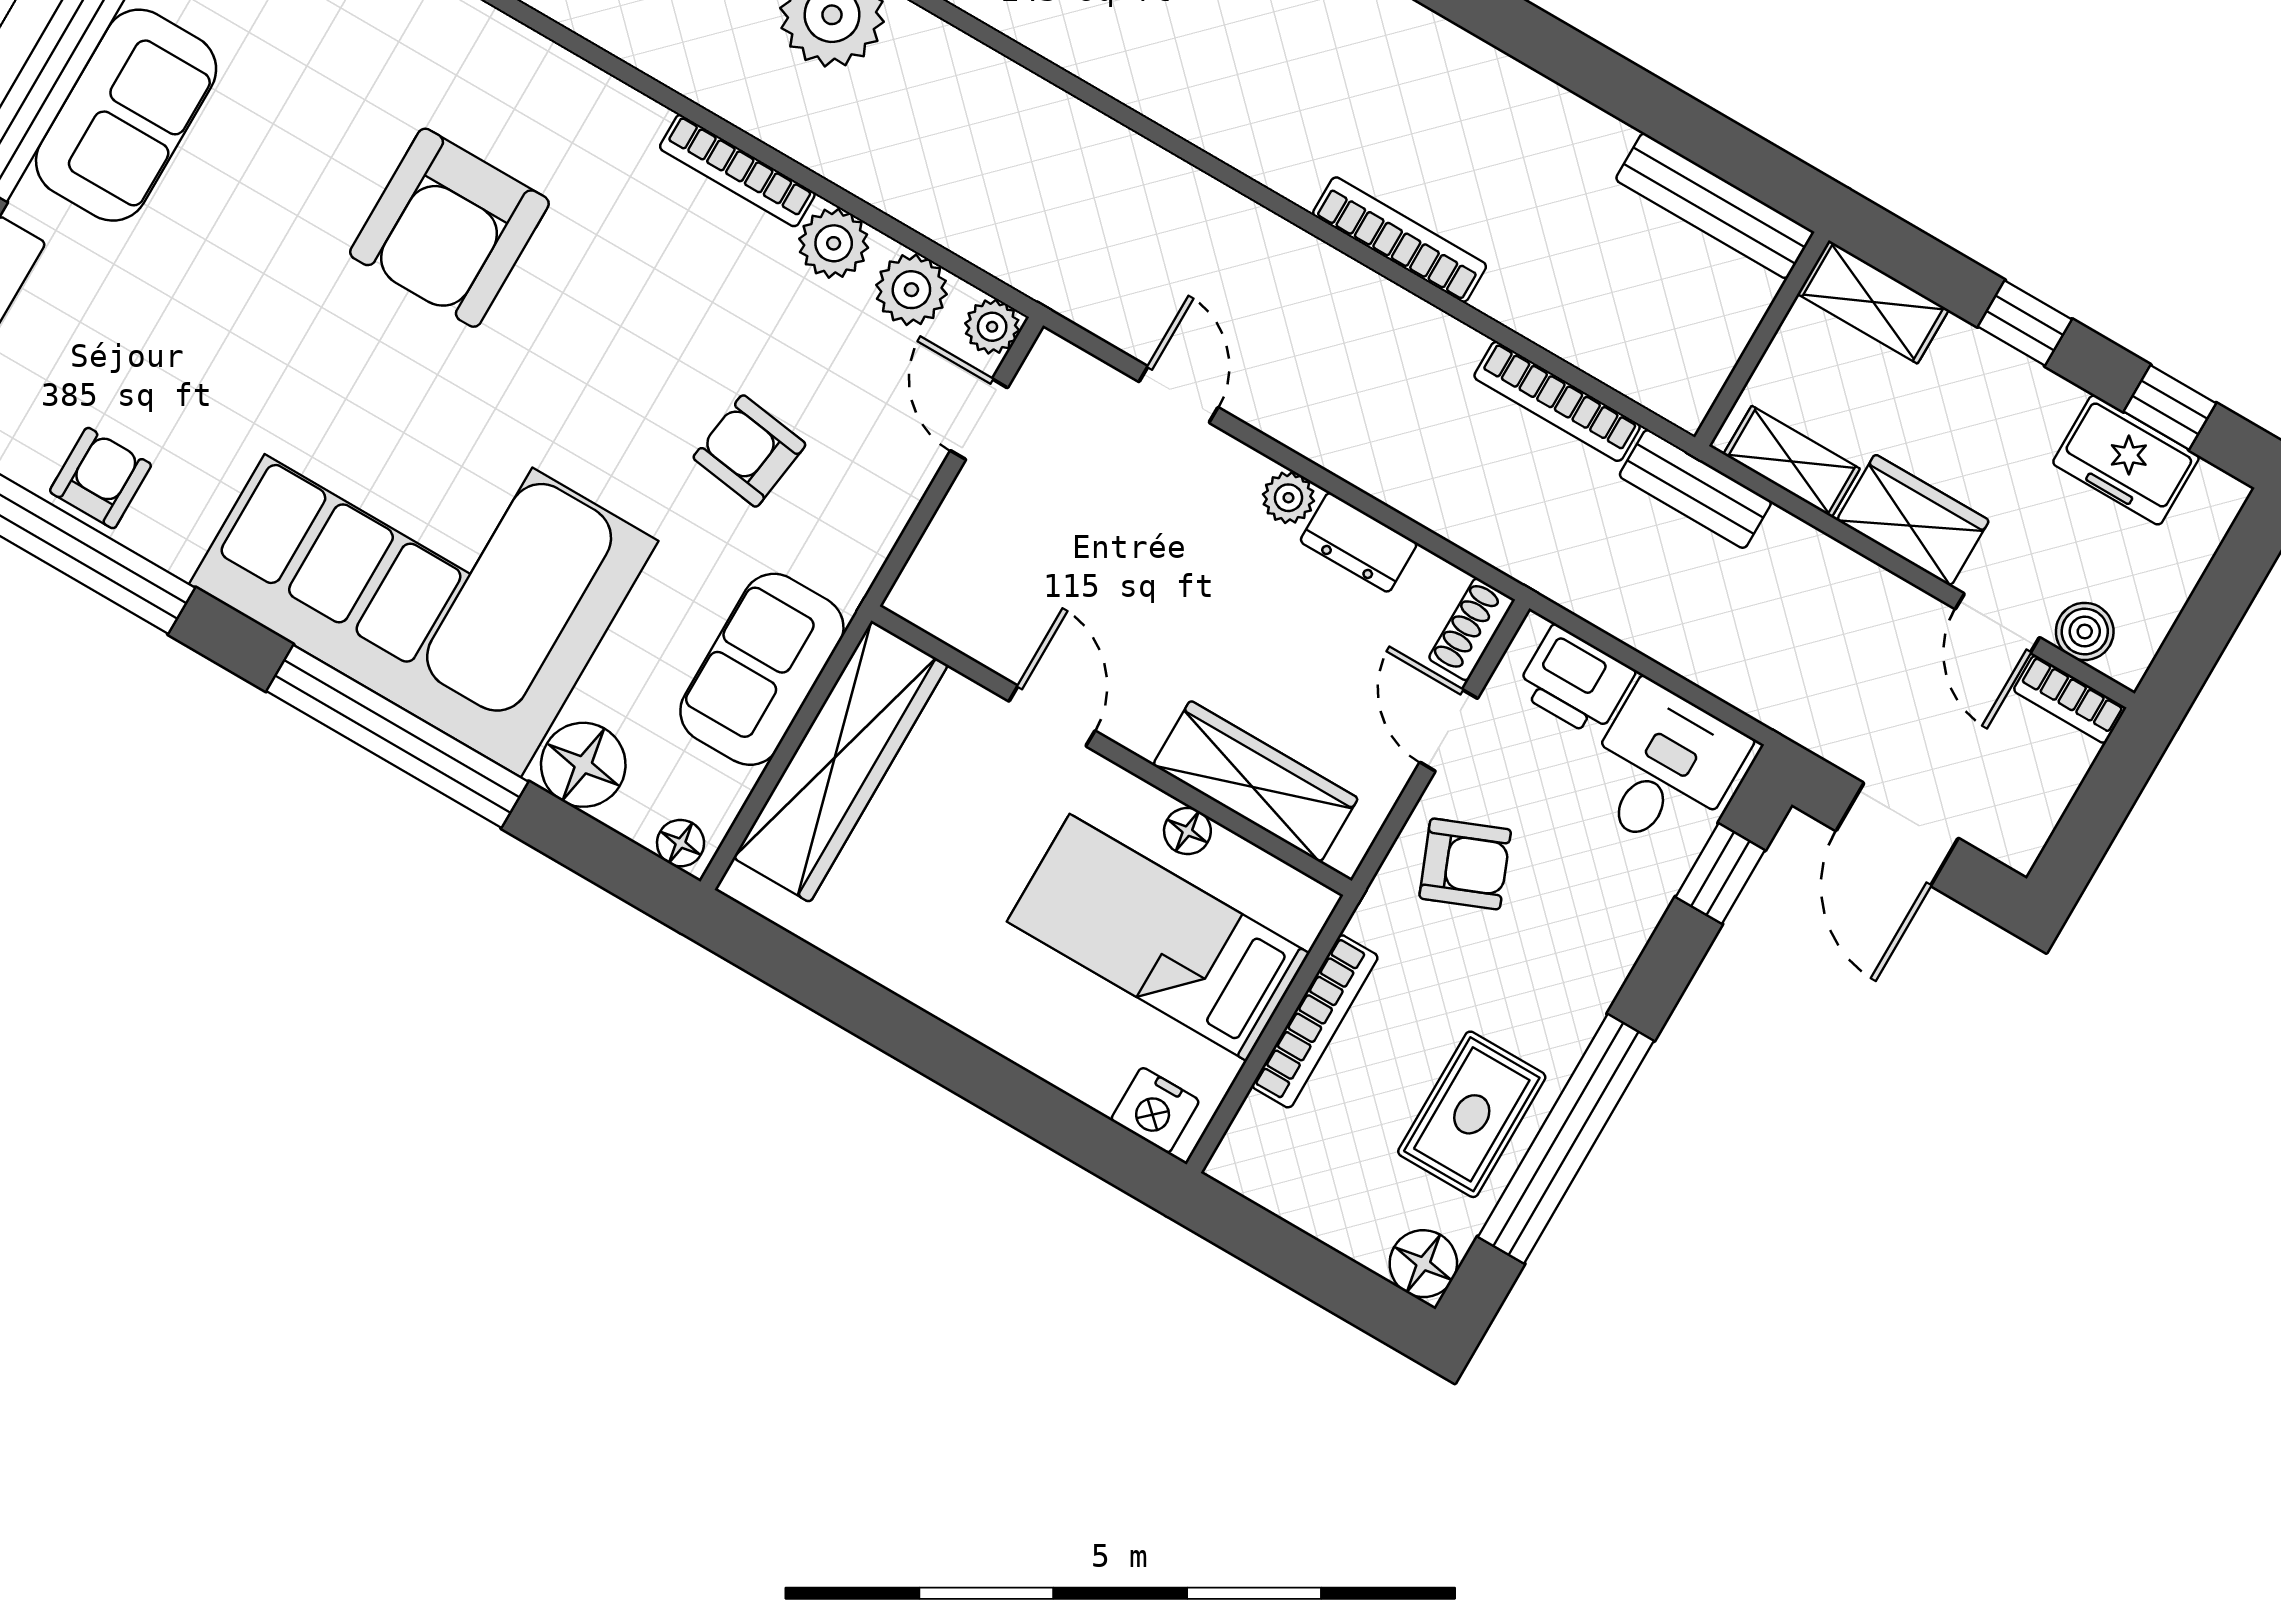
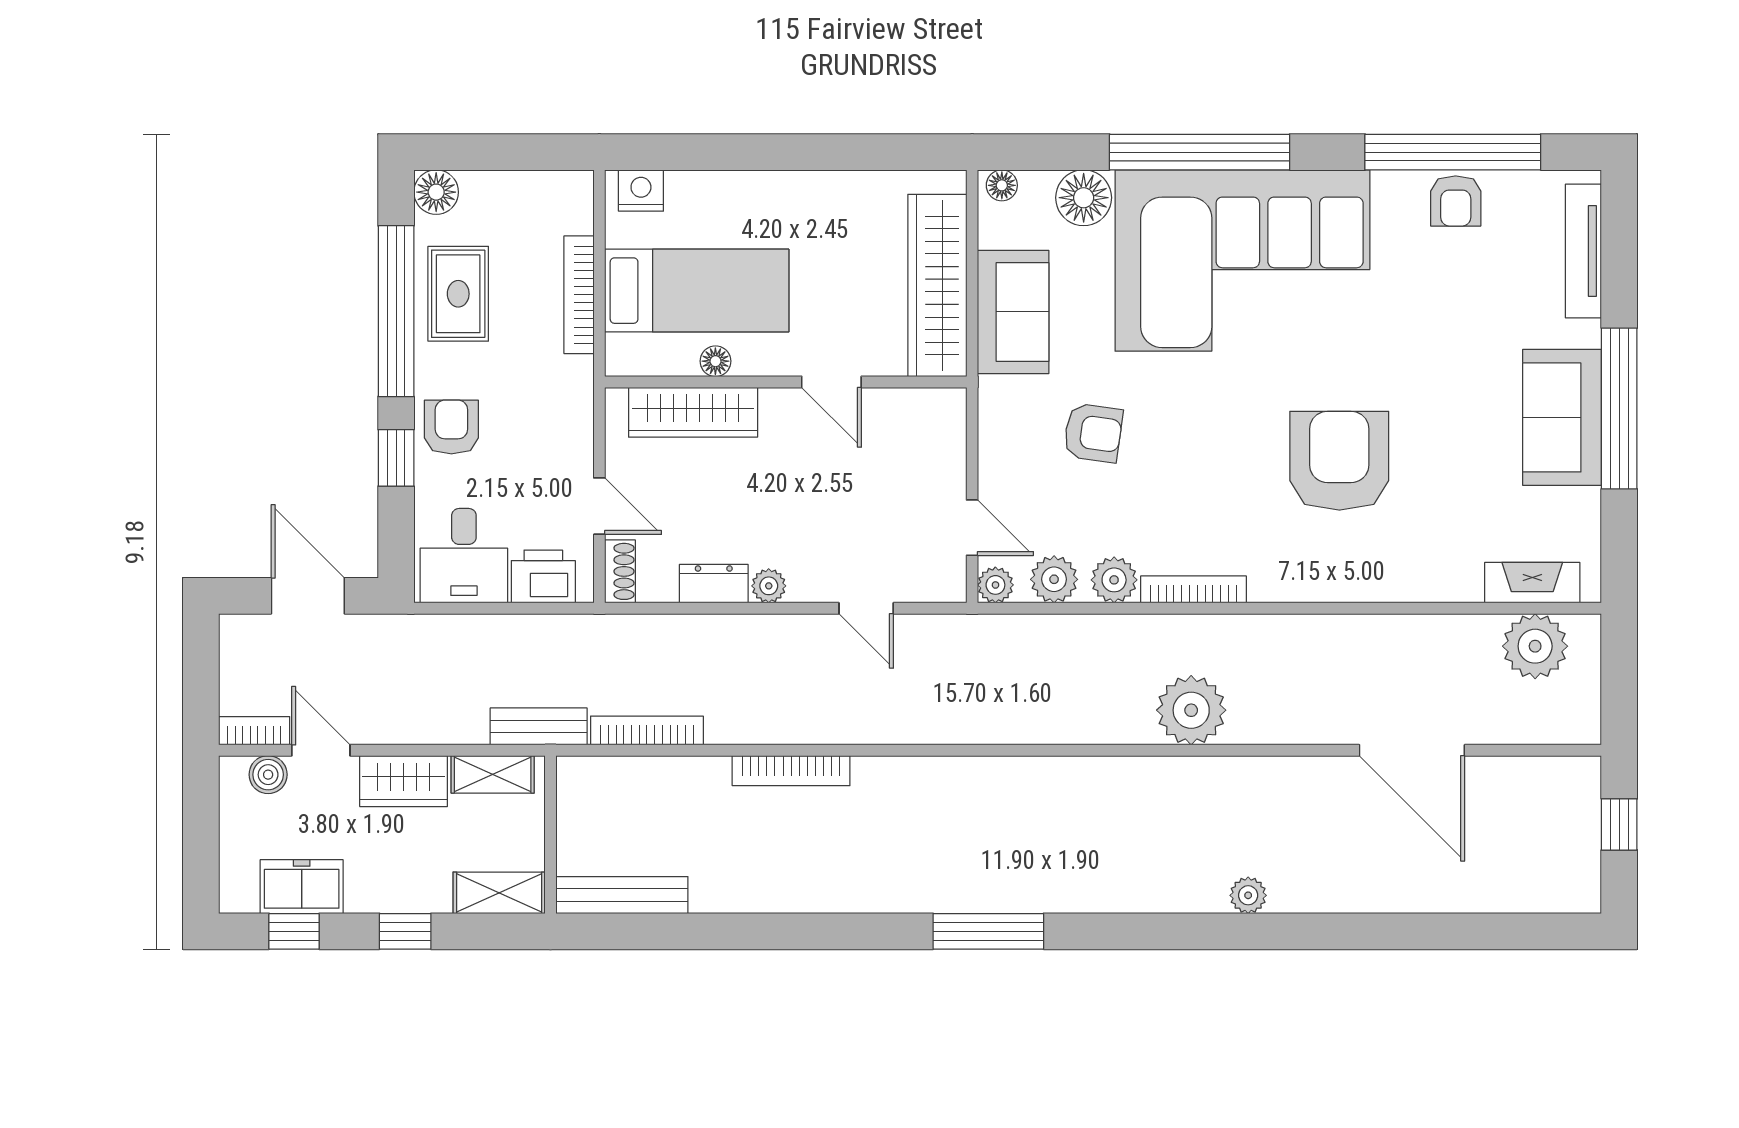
armchair: (1465, 864) -> (451, 427), moved, turned 112
window: (1720, 874) -> (396, 458), moved

